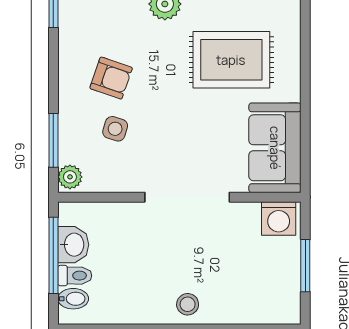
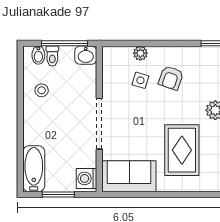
window: (53, 140) -> (134, 43), removed
plant: (70, 177) -> (140, 53), moved
washbasin: (73, 245) -> (86, 55), moved
stool: (188, 304) -> (42, 90), moved
bathtub: (262, 306) -> (34, 169), added

